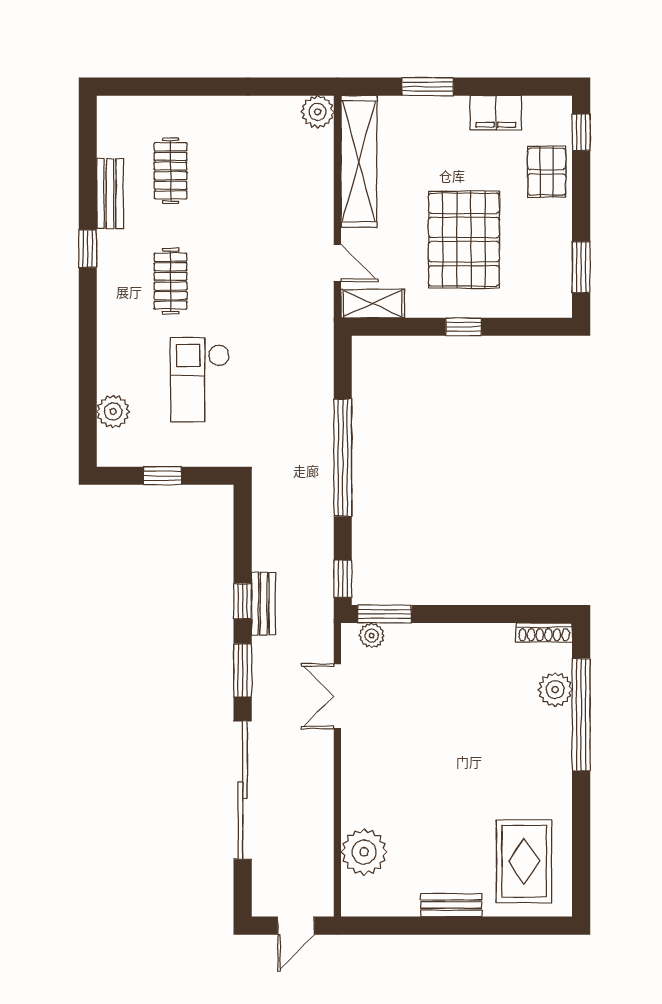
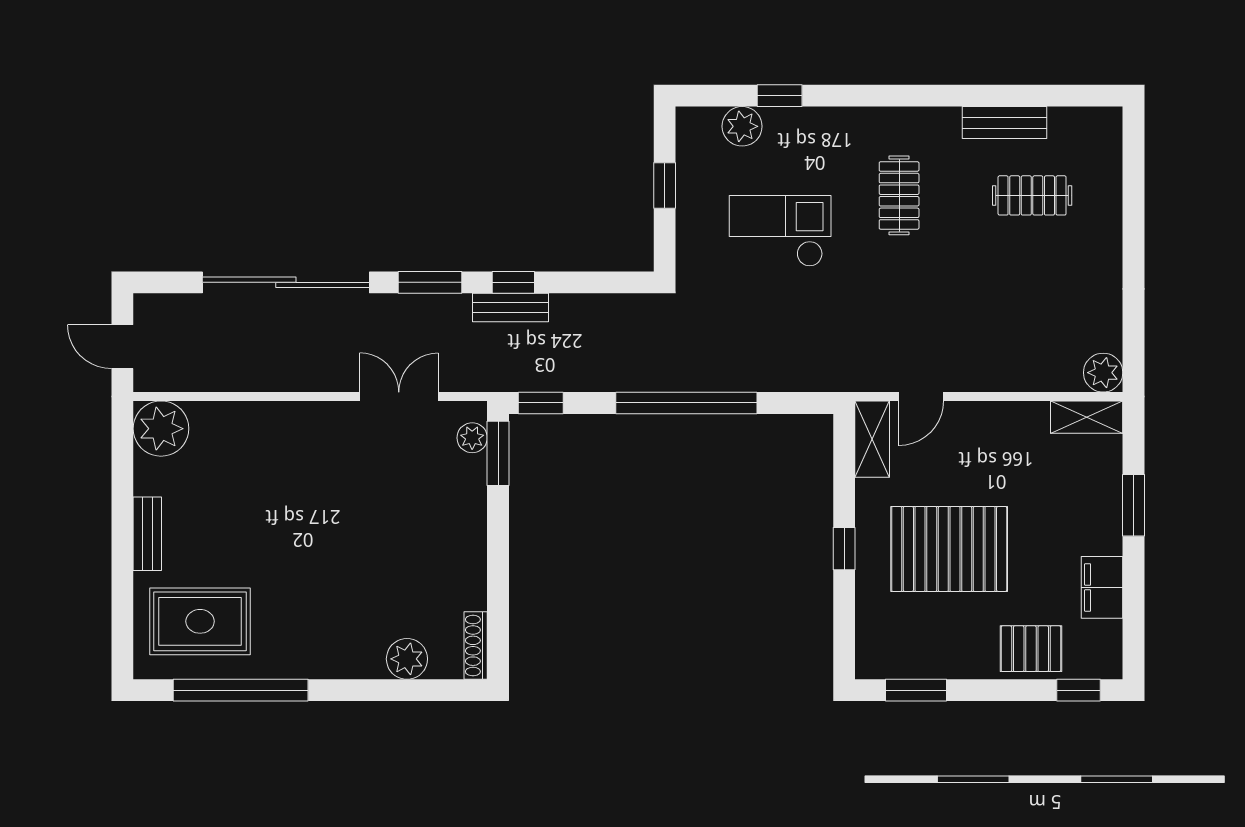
shelving: (359, 161) -> (1087, 417), width x0.45, depth x0.75
window: (88, 248) -> (780, 96), moved
clothes rail: (171, 281) -> (899, 195), turned 90
window: (581, 715) -> (241, 690), moved
plant: (364, 852) -> (161, 429), moved

